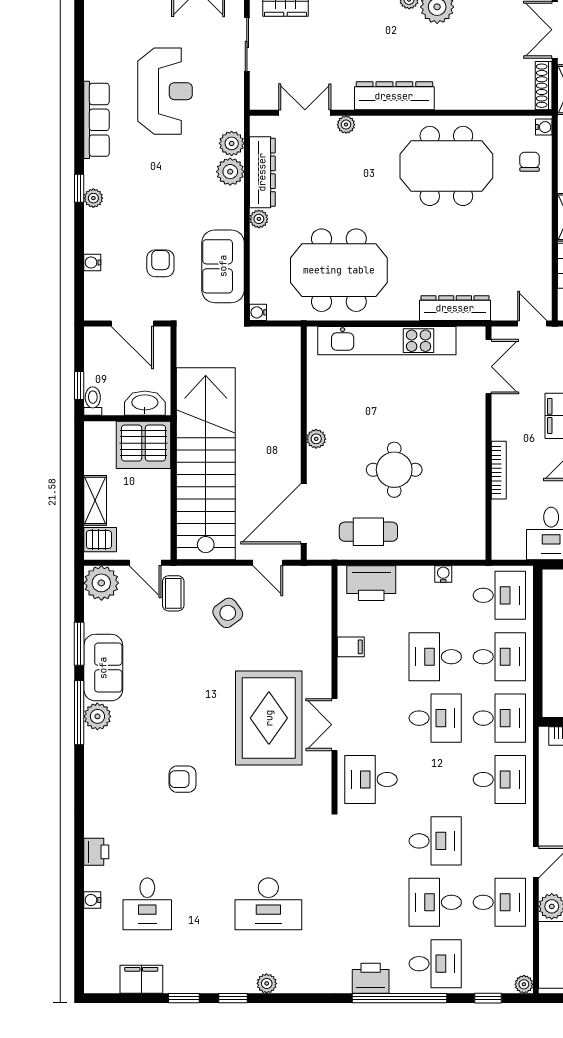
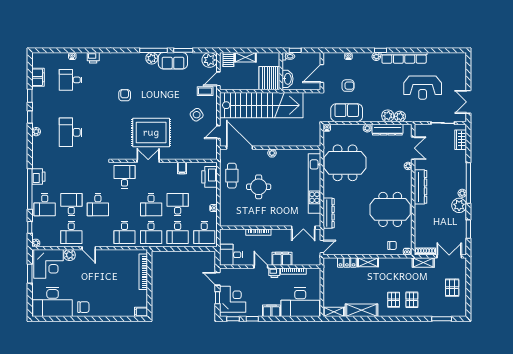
row of seats: (96, 120) -> (404, 58), width x1.36
meeting table: (446, 166) -> (390, 209), turned 90
meeting table: (339, 270) -> (345, 163), turned 90

